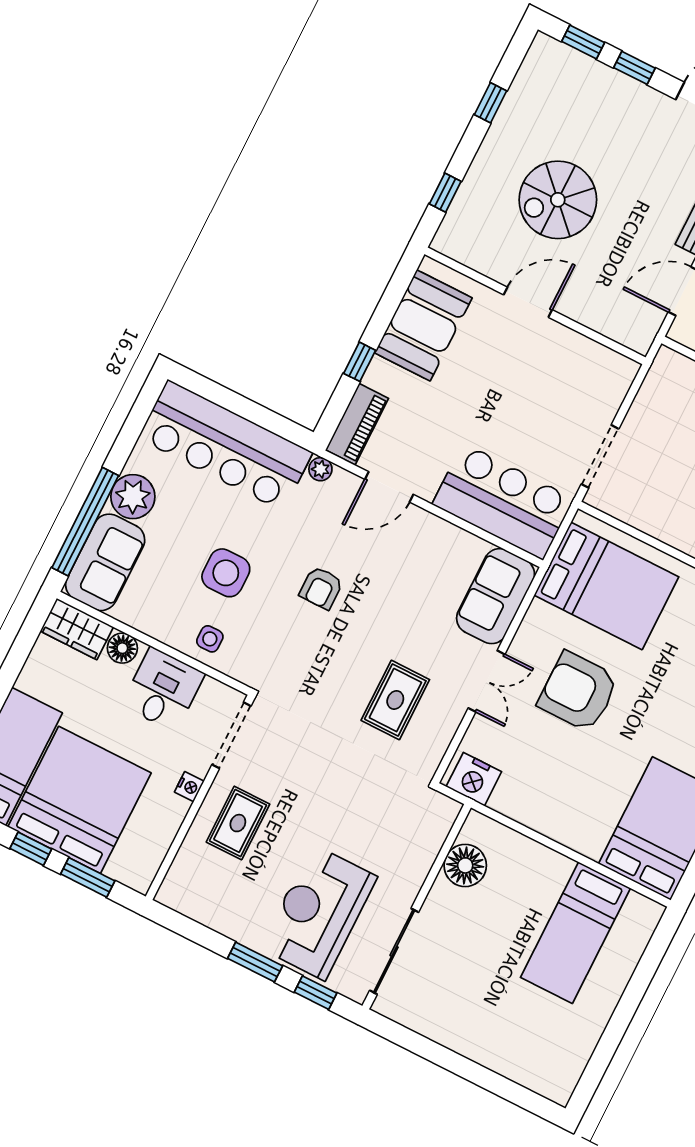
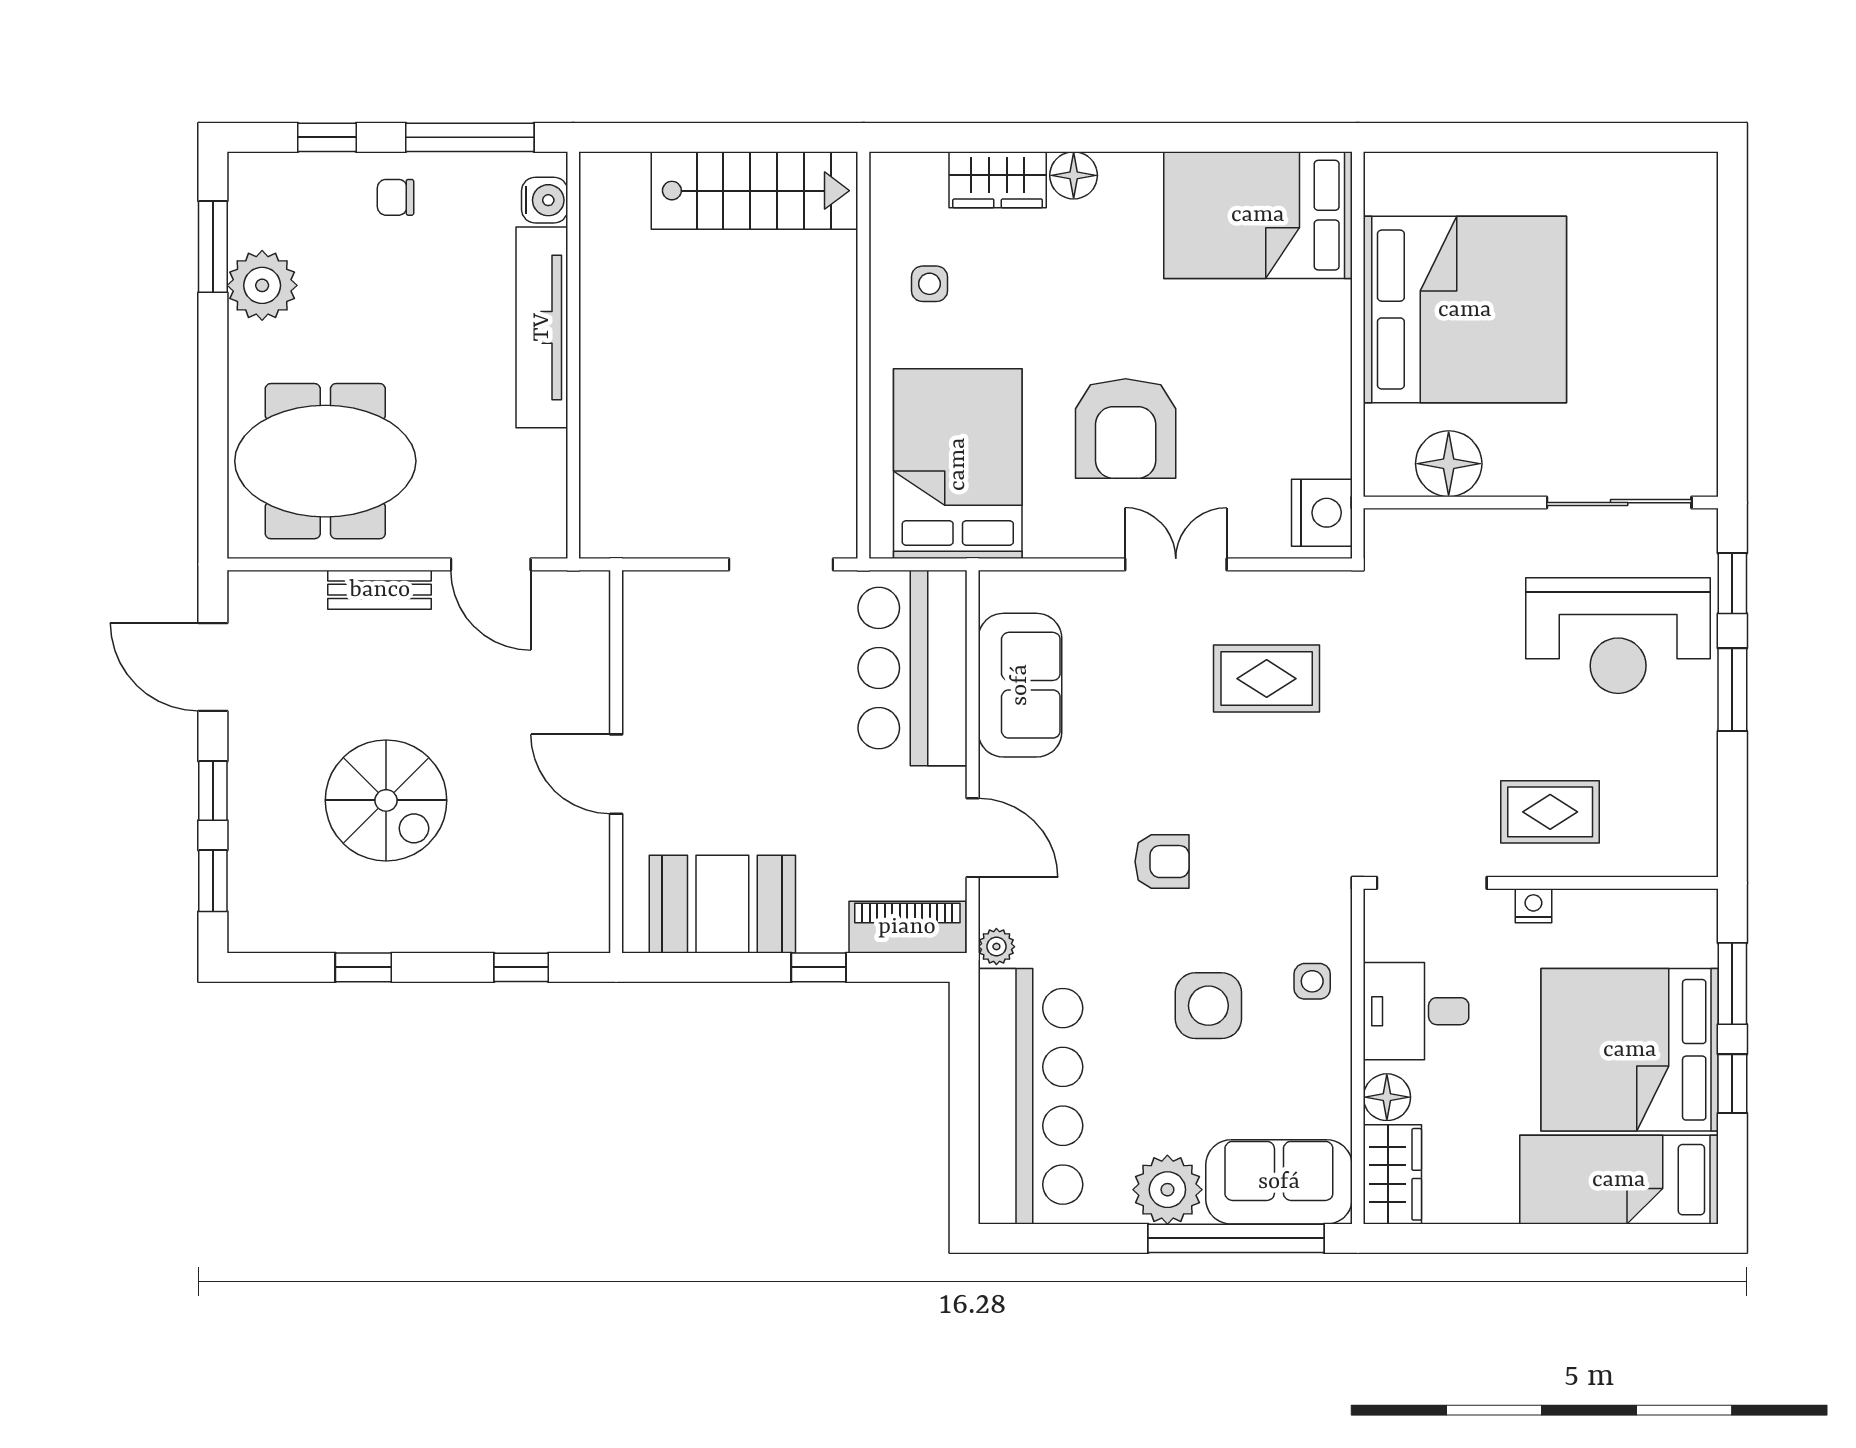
spiral stairs: (558, 200) -> (386, 800), moved
sofa: (496, 596) -> (1020, 685), moved, turned -90
bed: (575, 933) -> (1465, 310), width x2.04

